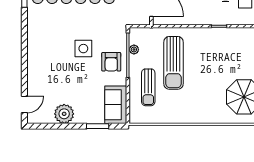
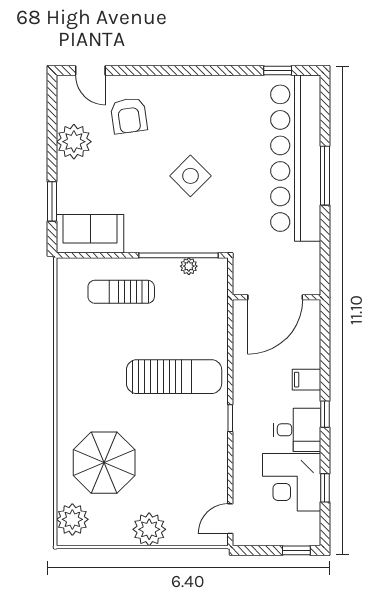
side table: (83, 49) -> (190, 176), turned 45
armchair: (111, 62) -> (129, 116), moved, turned -98
sun lounger: (173, 63) -> (174, 377), moved, turned 180

